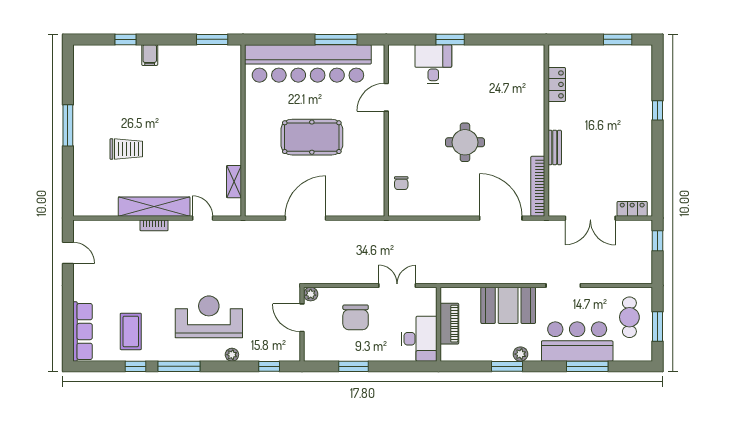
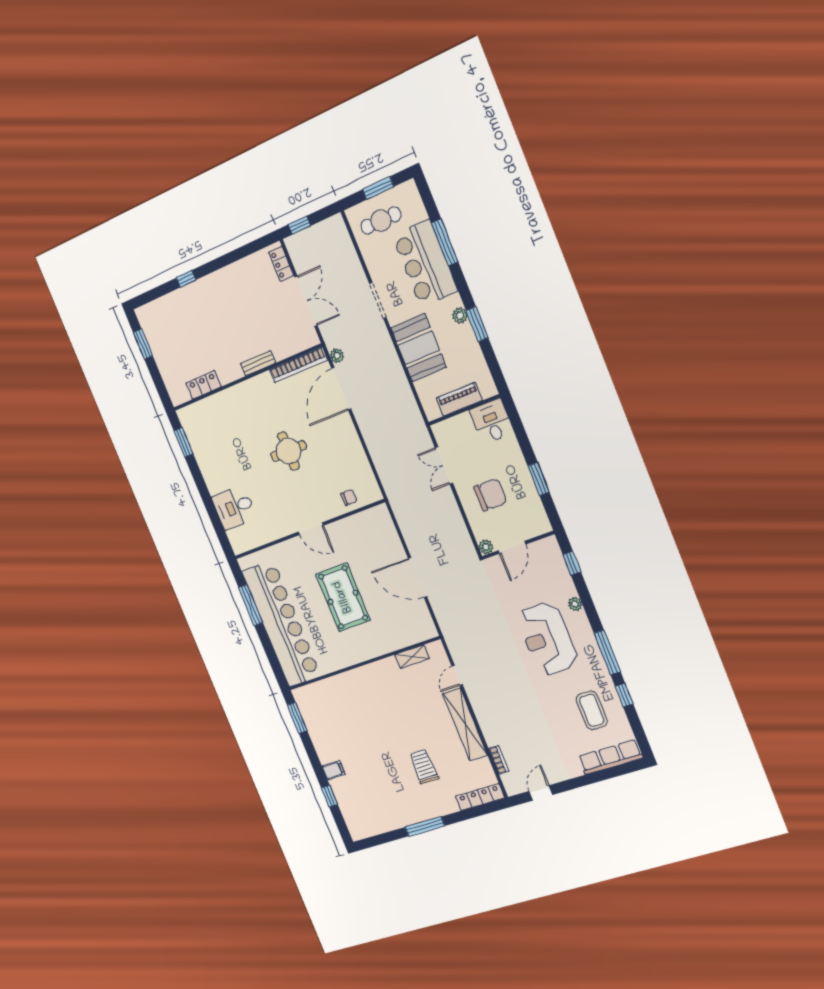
window: (450, 39) -> (183, 442), moved
door: (386, 97) -> (311, 529), moved
locker: (81, 193) -> (480, 797), added
bookcase: (154, 225) -> (499, 760), moved
plant: (531, 227) -> (337, 356), added
coffee table: (131, 331) -> (592, 710), turned 90
desk: (419, 339) -> (492, 421), width x0.73

